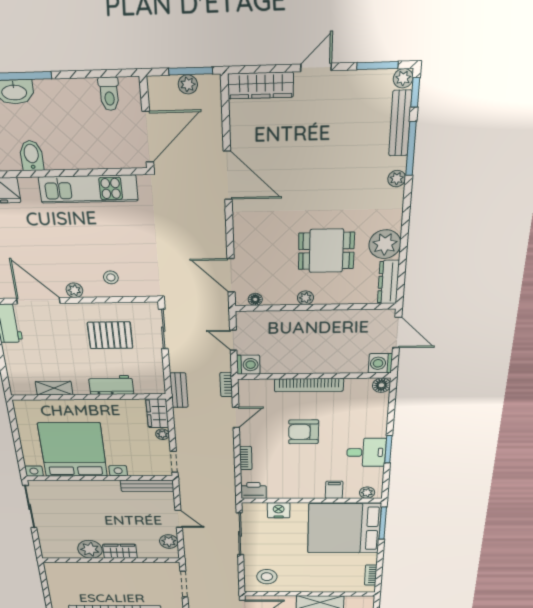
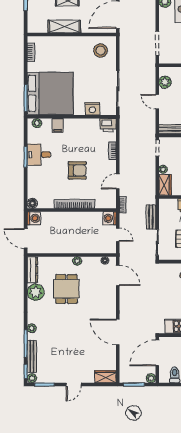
plant: (188, 84) -> (151, 378), moved
wardrobe: (261, 85) -> (105, 377), width x0.67
dining table: (326, 251) -> (66, 289), turned 90
bench: (179, 390) -> (151, 217), moved

